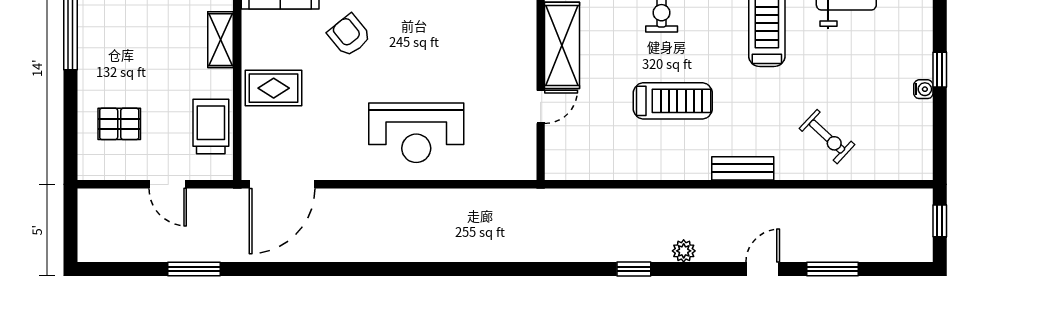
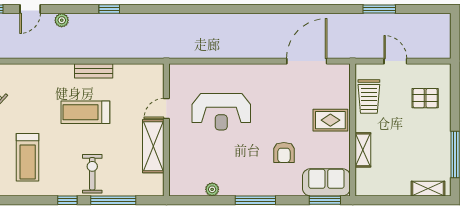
armchair: (349, 35) -> (284, 152), turned 39
reception desk: (416, 133) -> (221, 112), moved, turned 180
bench: (743, 168) -> (94, 71), moved
door: (282, 184) -> (307, 61), moved
plant: (684, 251) -> (62, 20), moved

